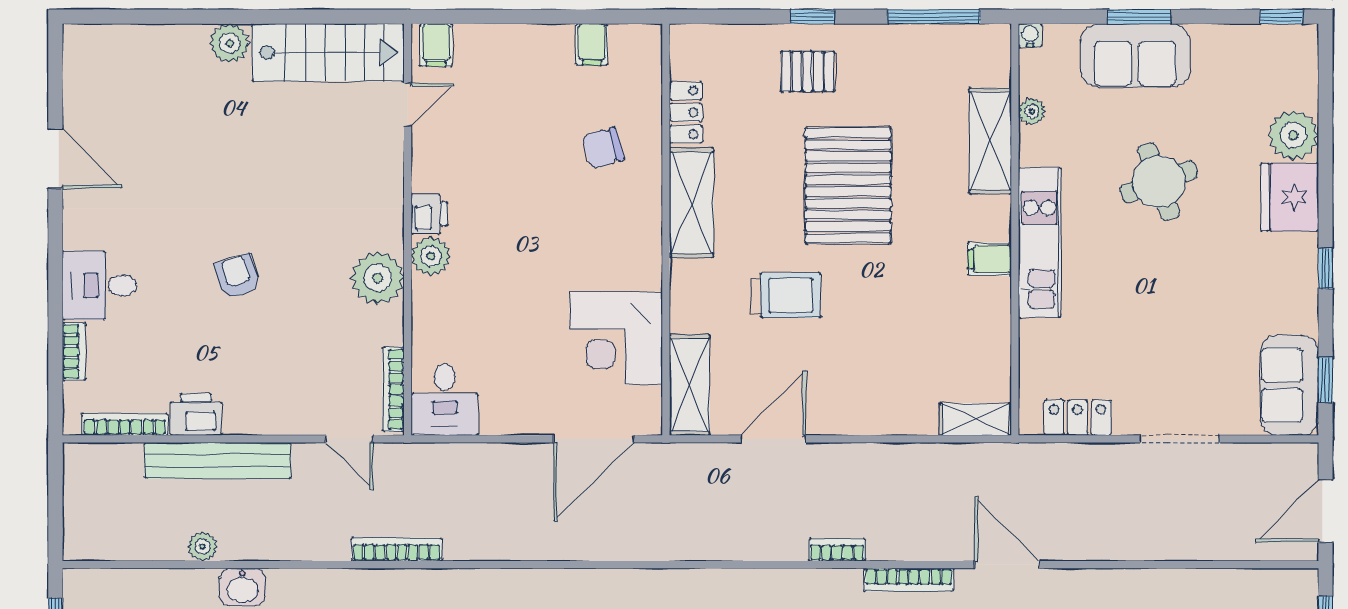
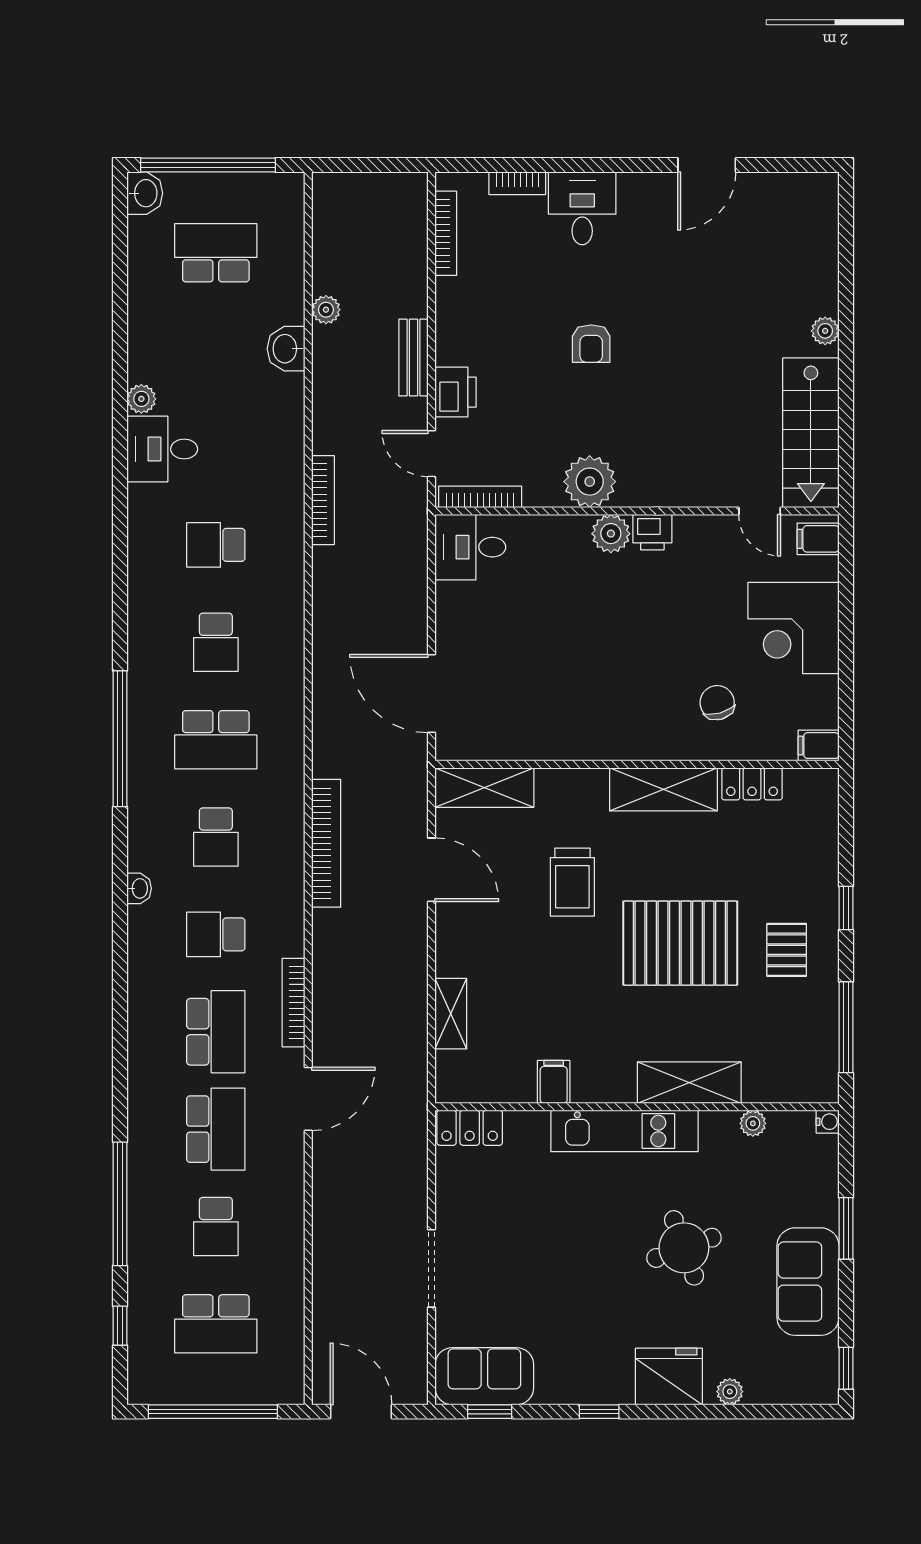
plant: (230, 43) -> (825, 331), width x0.73, depth x0.73
filing cabinet: (592, 45) -> (819, 746), moved
sofa: (1135, 55) -> (808, 1282), moved
pallet: (808, 72) -> (787, 950), moved
plant: (1293, 135) -> (730, 1392), width x0.53, depth x0.53
shelving: (990, 141) -> (689, 1083), moved
filing cabinet: (989, 259) -> (554, 1082), moved
armchair: (237, 276) -> (591, 344), turned 107
corner desk: (616, 338) -> (794, 628), moved, turned -90
printer: (196, 414) -> (456, 392), moved
locker: (1078, 418) -> (470, 1128), moved, turned 90
shelving: (976, 419) -> (451, 1014), moved
door: (349, 439) -> (432, 454), hinge flipped
bench: (218, 461) -> (413, 358), width x0.54, depth x0.82
bookcase: (837, 550) -> (326, 843), moved, width x2.31, depth x1.31

